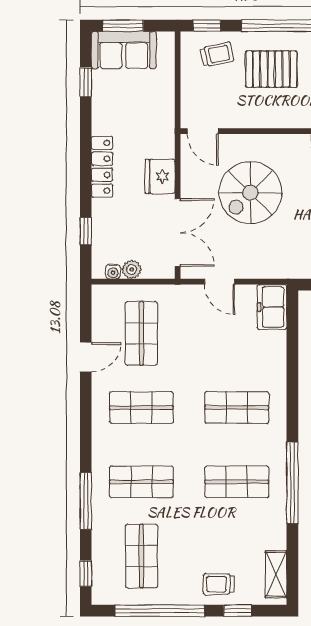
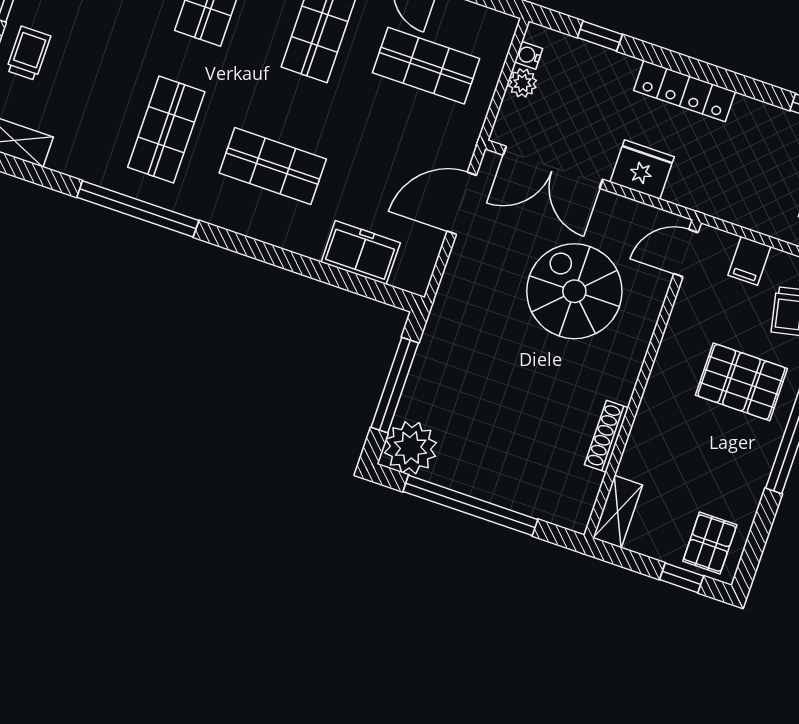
pallet: (271, 69) -> (741, 382), turned 90
filing cabinet: (194, 90) -> (749, 261), added
door: (220, 282) -> (462, 203), width x1.38
freezer: (272, 307) -> (361, 253), moved
shop shelf: (237, 408) -> (273, 166), turned 90

